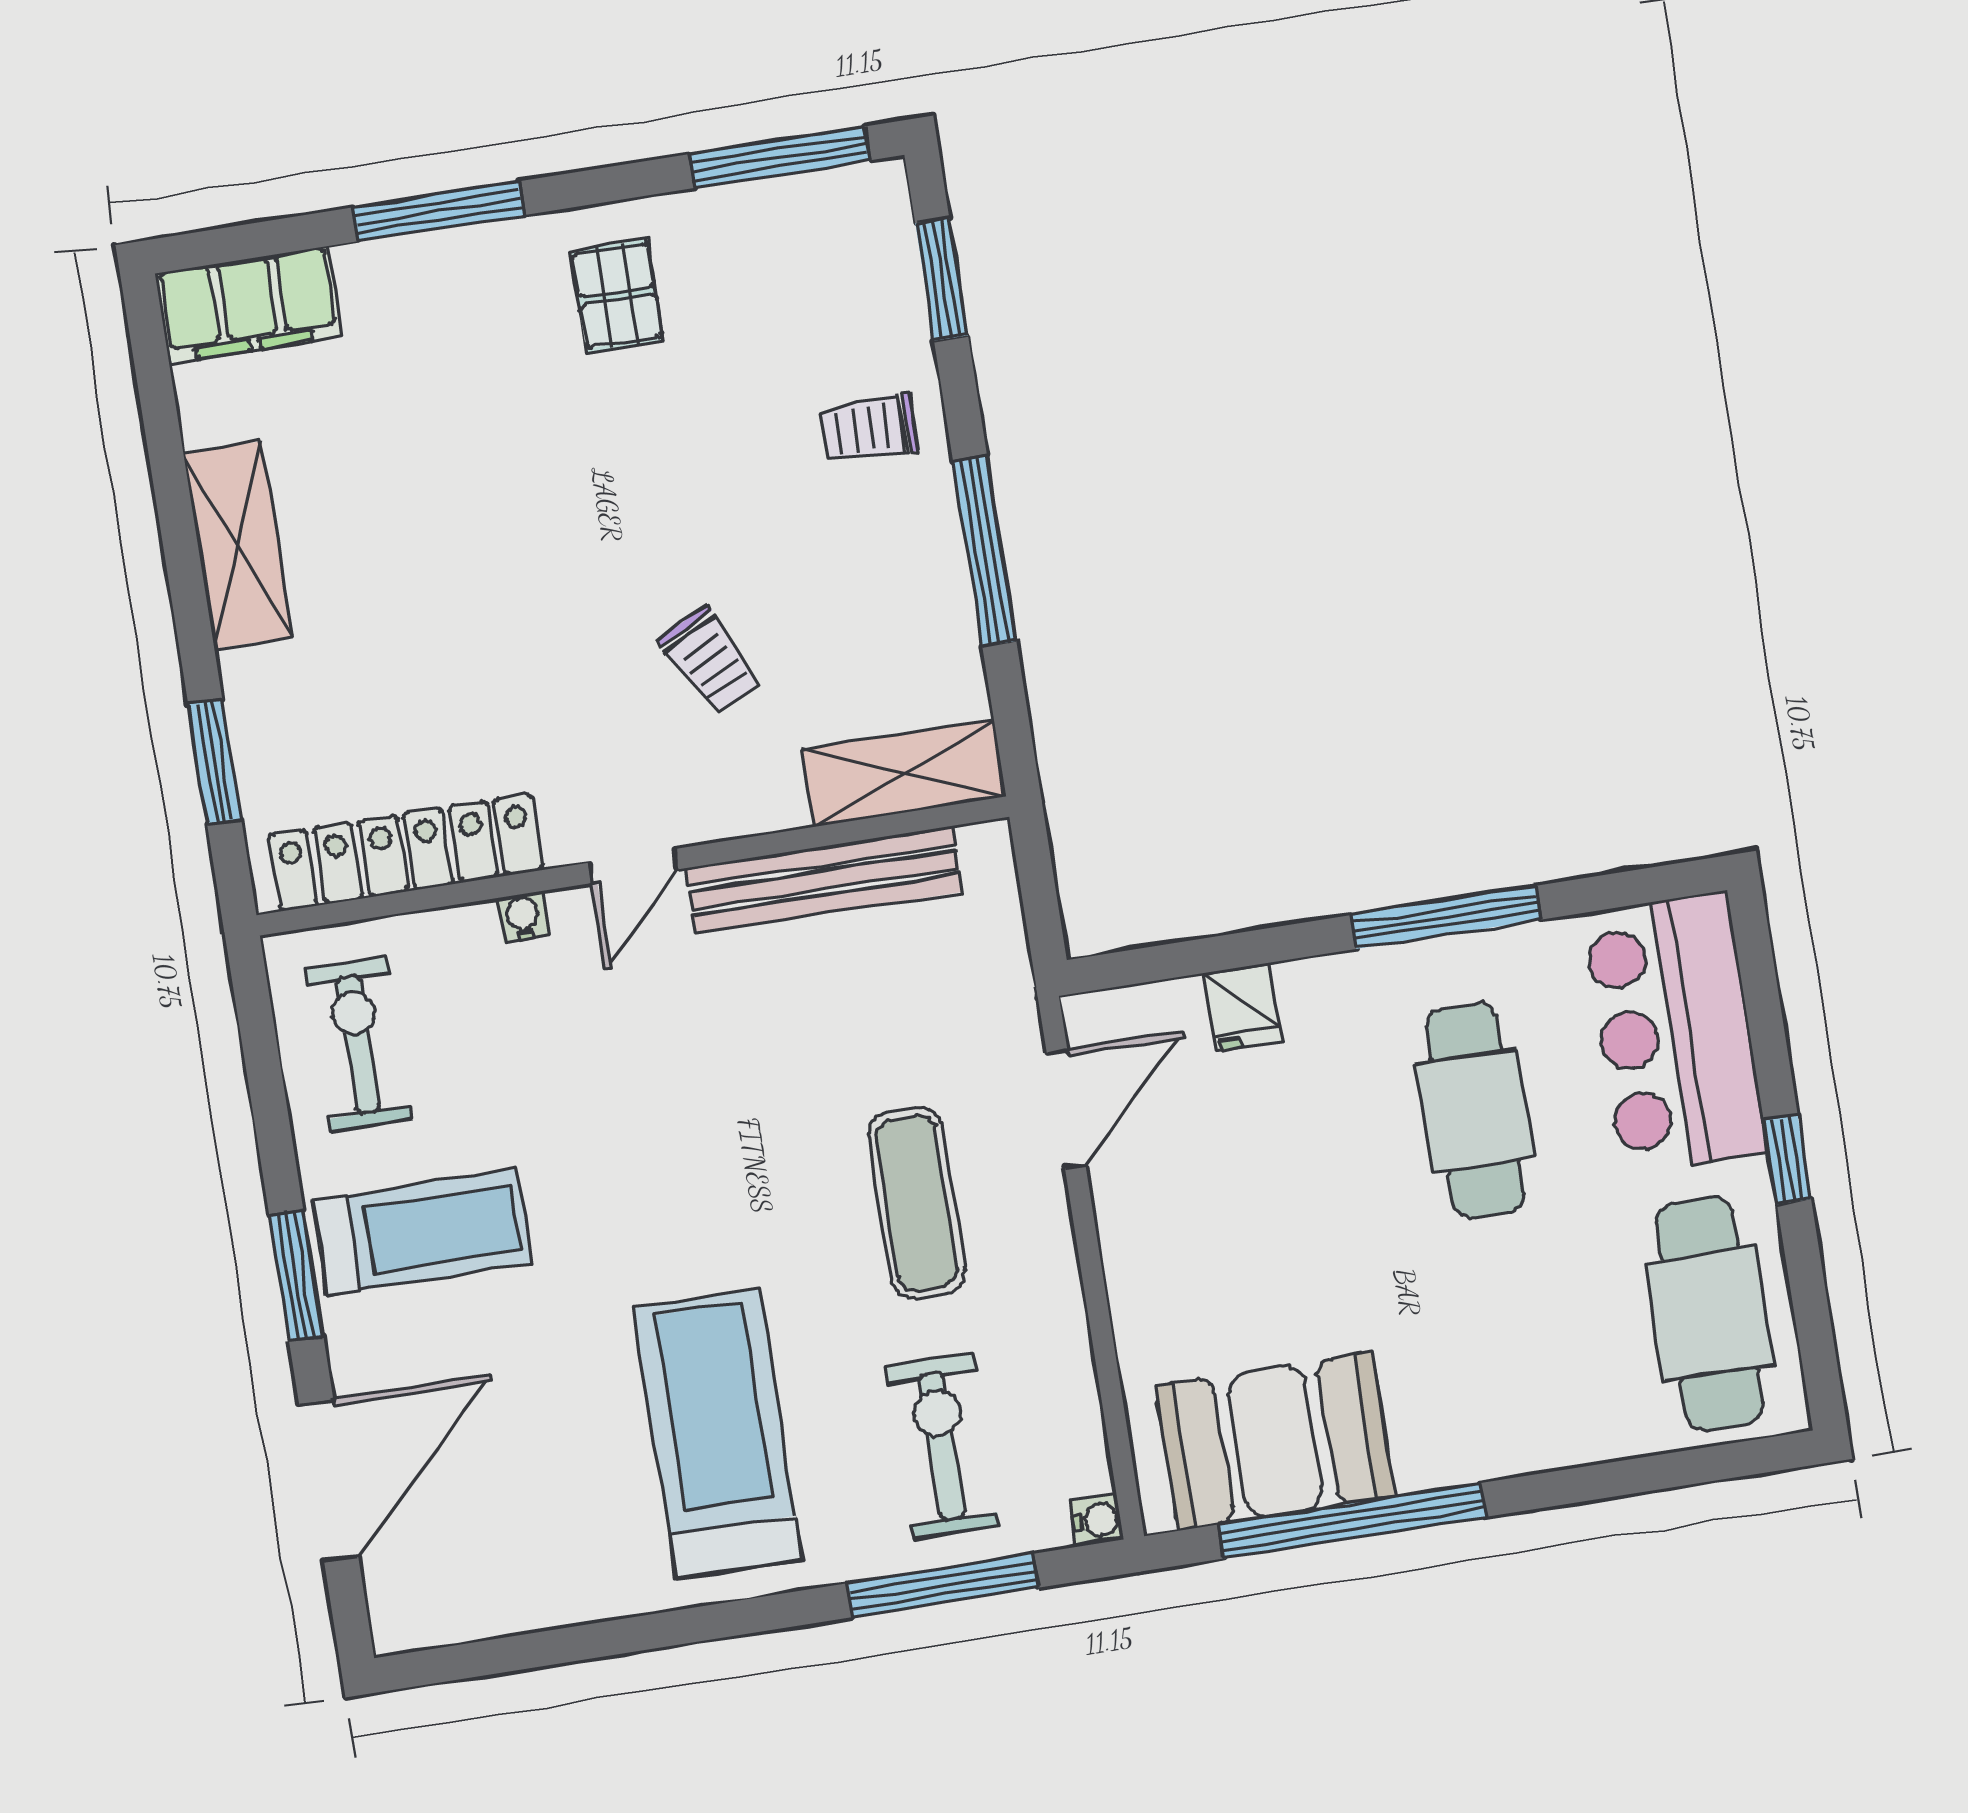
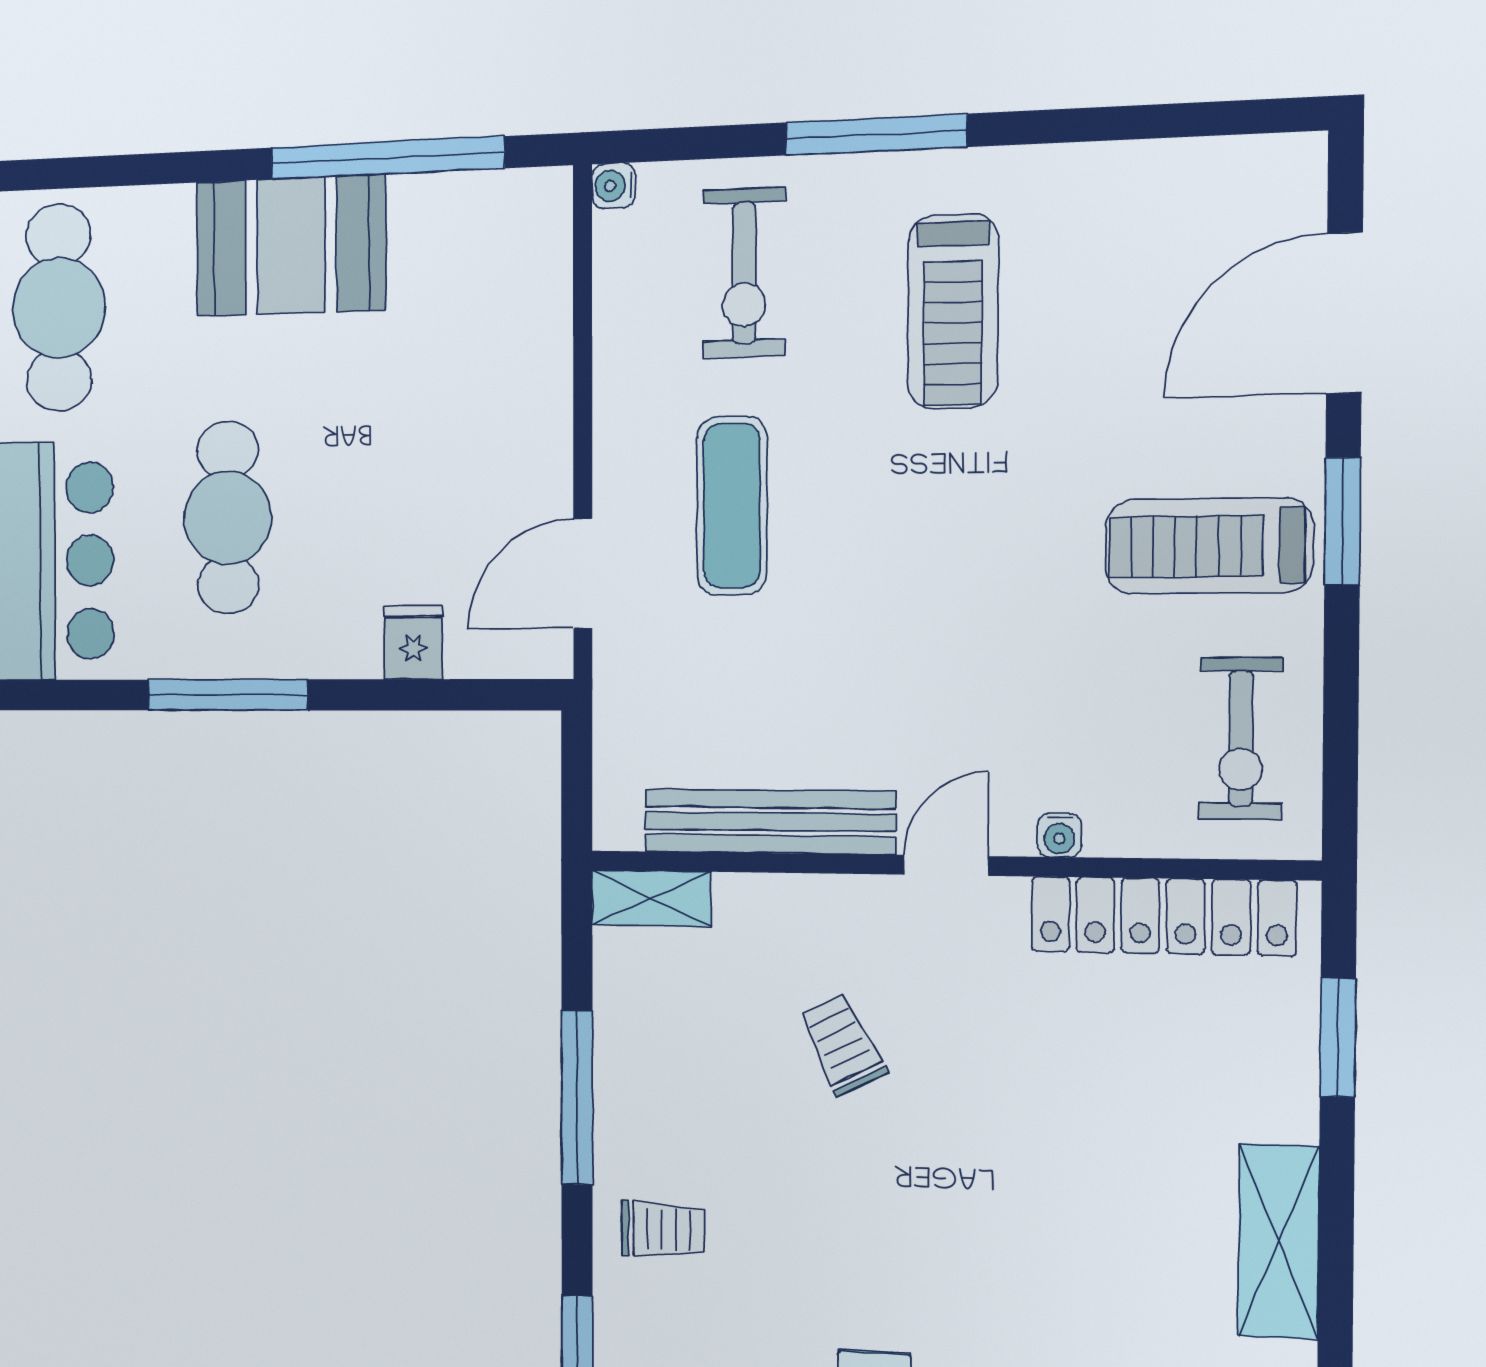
shelving: (904, 773) -> (651, 898), width x0.67, depth x0.75
treadmill: (718, 1433) -> (953, 312), width x0.73, depth x0.73
booth: (1275, 1441) -> (291, 246), moved
window: (943, 1586) -> (876, 135), moved

